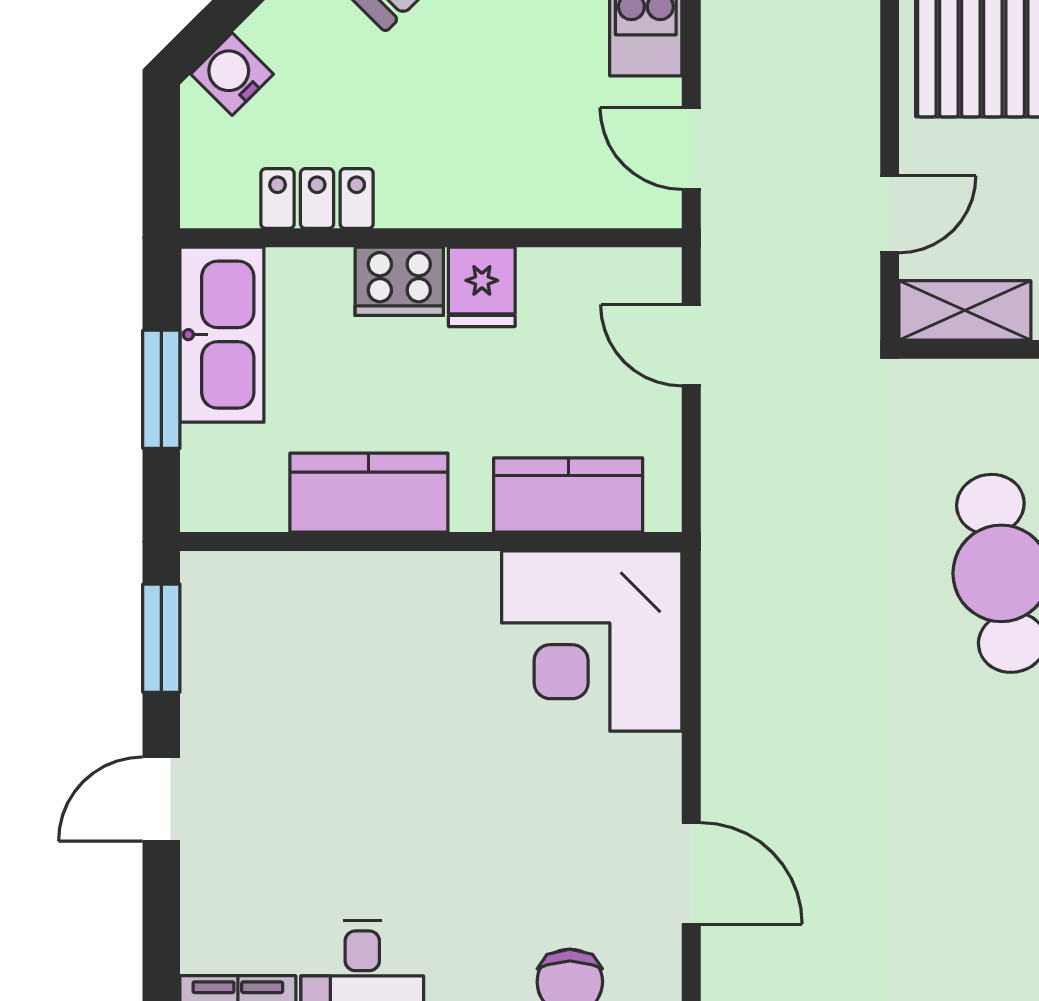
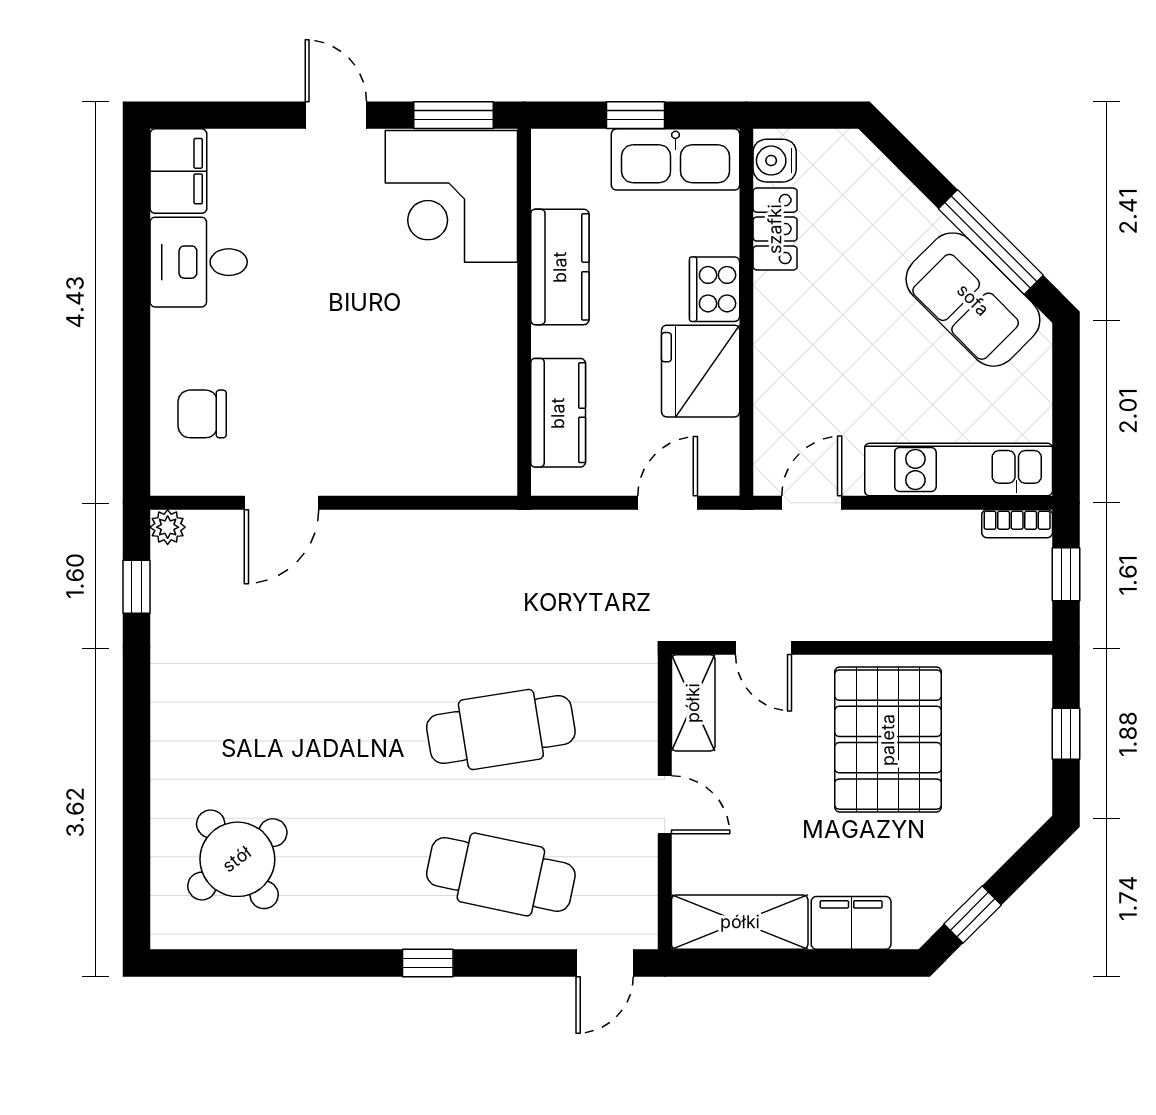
water cooler: (232, 74) -> (775, 161), moved, turned -135
fridge: (482, 287) -> (701, 371), width x1.88, depth x1.34
window: (161, 389) -> (636, 115), width x0.67
corner desk: (592, 641) -> (451, 196), moved, turned -90

